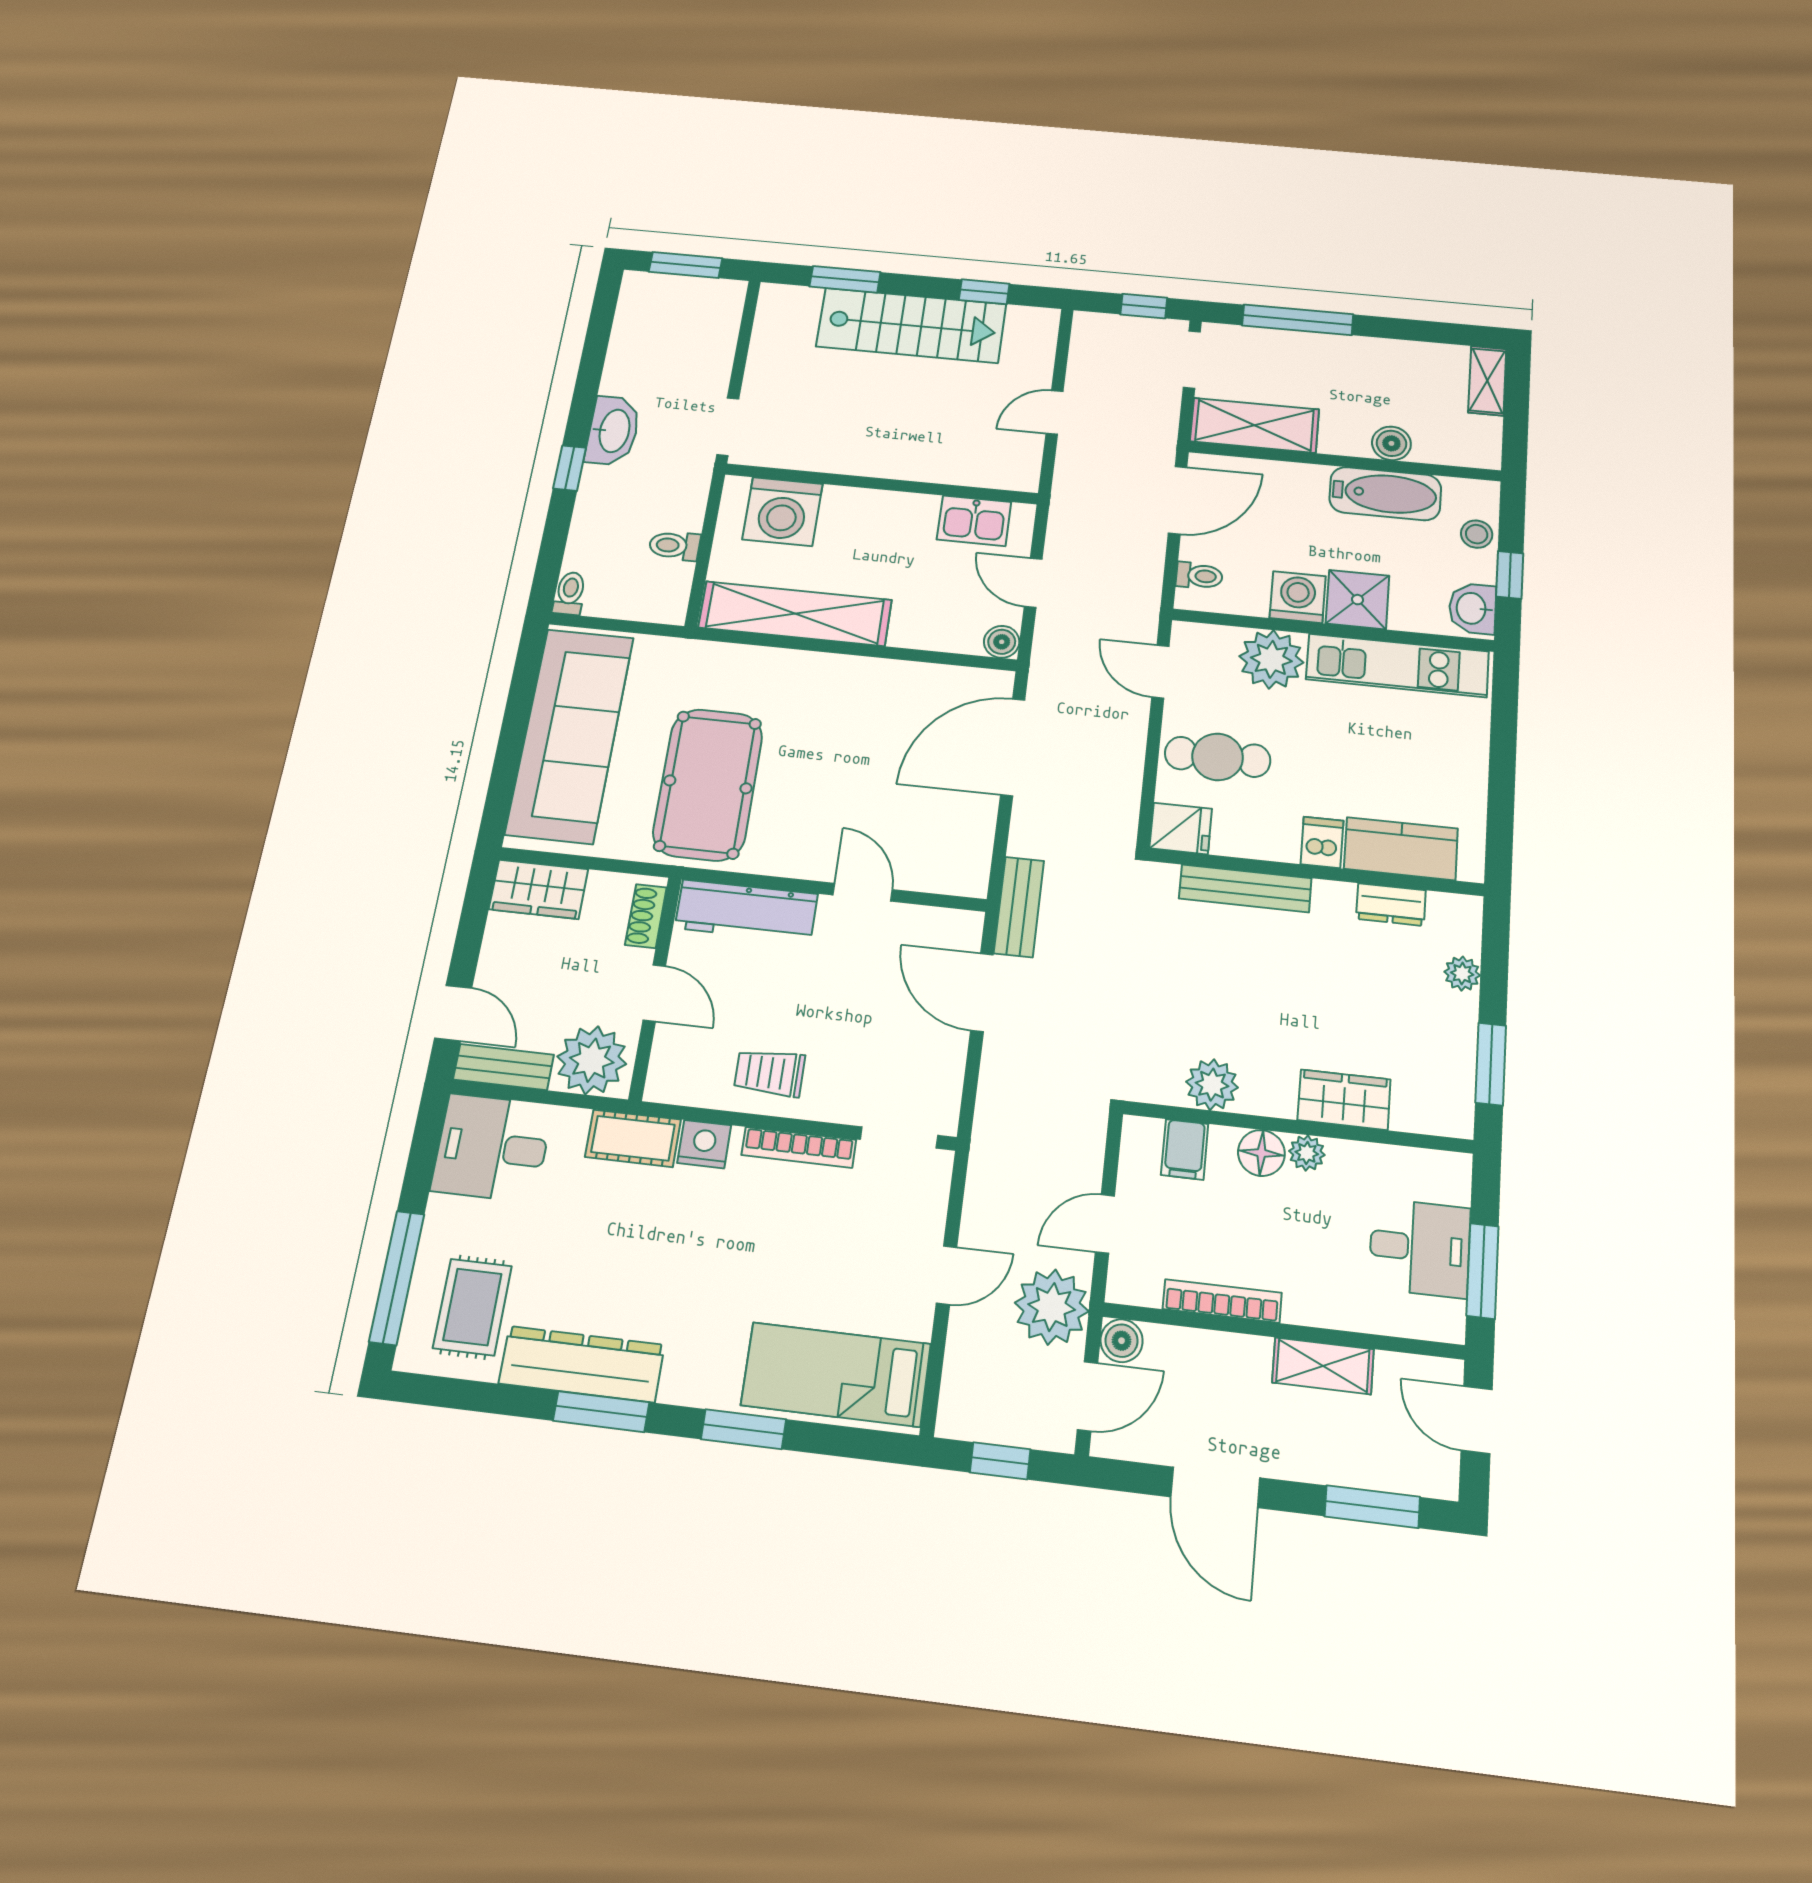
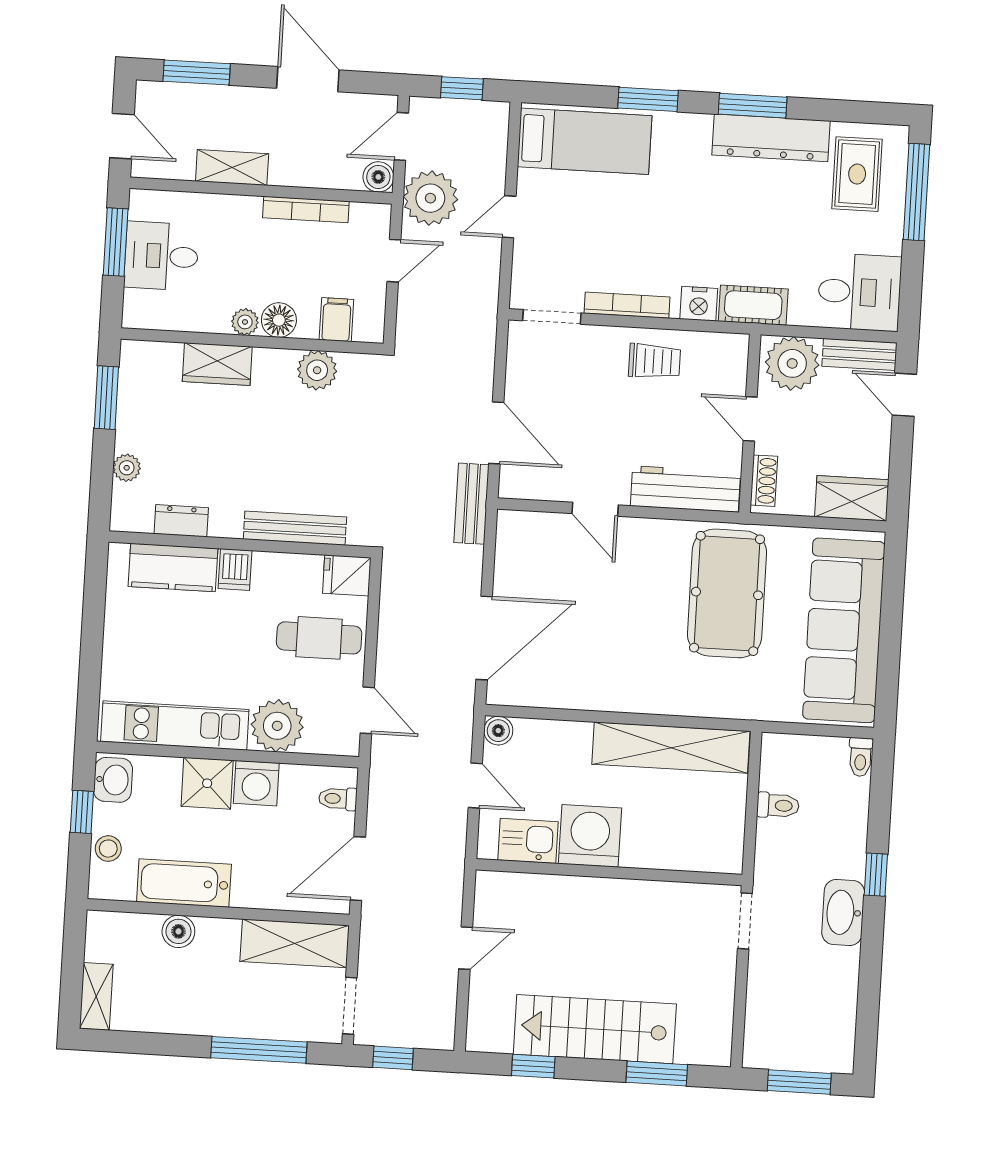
washing machine: (782, 512) -> (590, 836), moved

